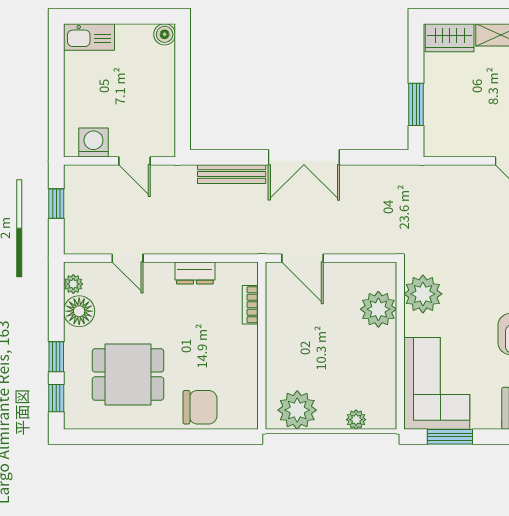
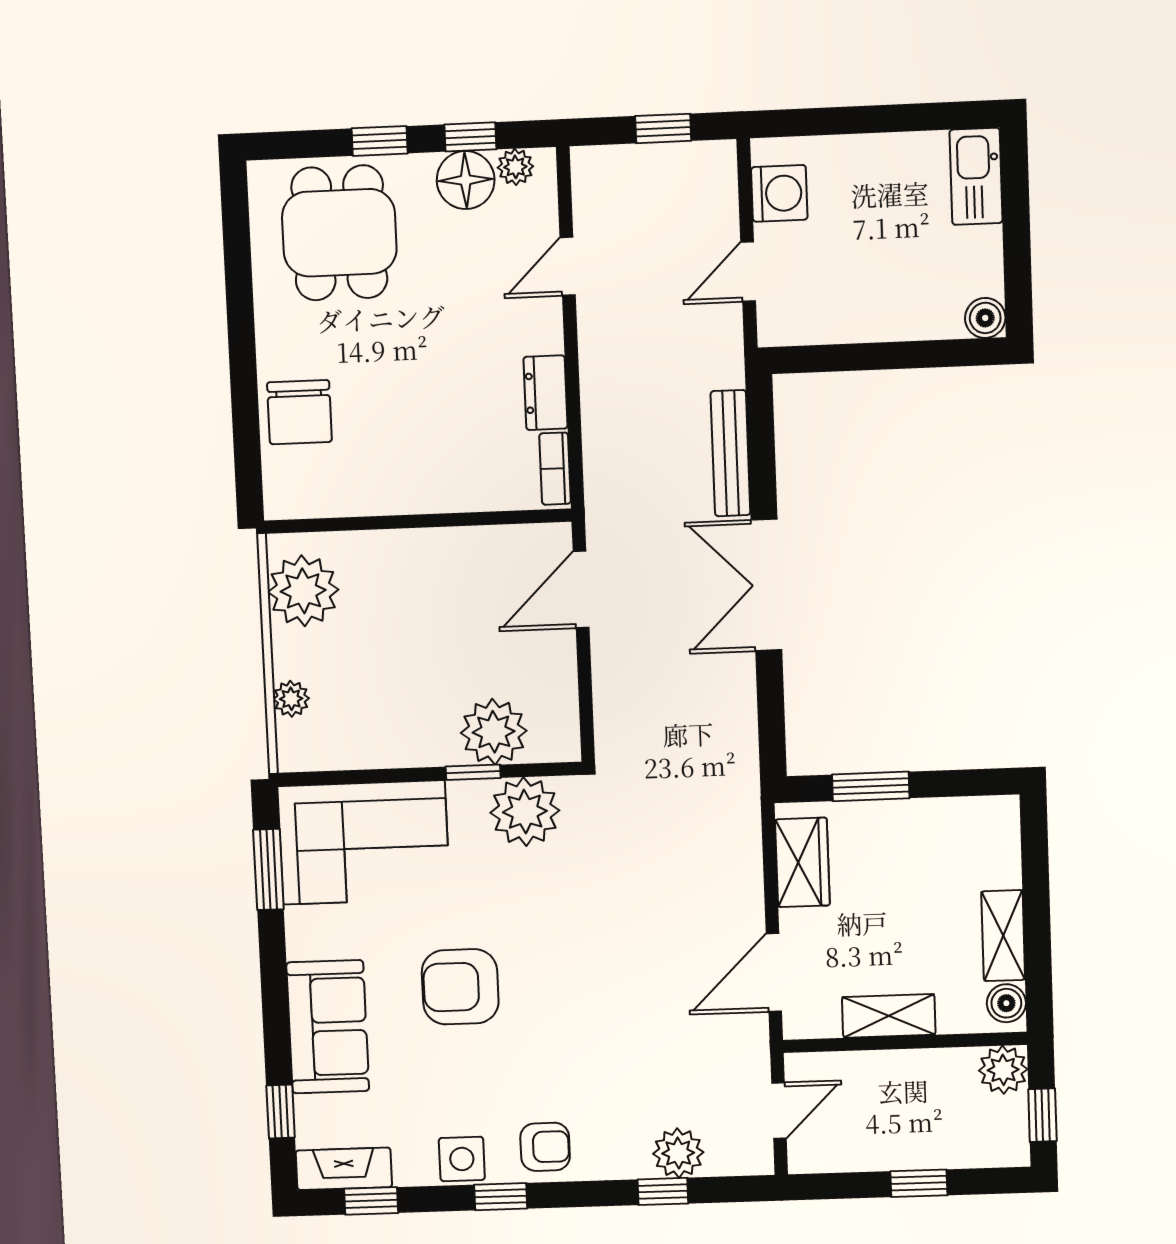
wardrobe: (450, 38) -> (802, 862), moved, turned 180
bookcase: (250, 305) -> (555, 469), moved, turned -90
window: (400, 321) -> (473, 772), added
dining table: (128, 374) -> (339, 233), moved
window: (56, 398) -> (470, 137), moved

